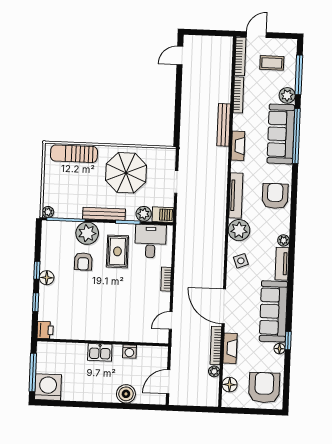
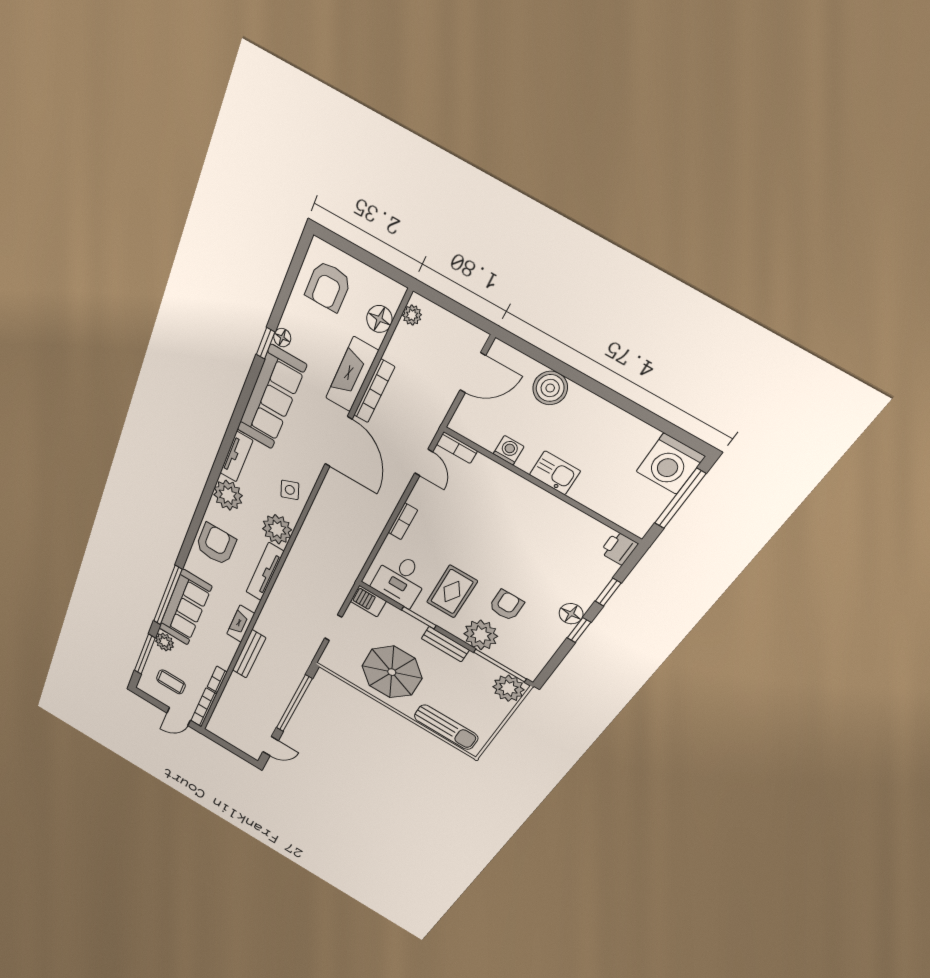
bookcase: (238, 95) -> (217, 679), width x0.64
window: (178, 105) -> (294, 704), added
armchair: (275, 196) -> (216, 544), turned 180
plant: (48, 212) -> (508, 688), width x1.87, depth x1.87
bench: (104, 214) -> (445, 644), width x0.73
plant: (144, 214) -> (393, 616), removed
plant: (283, 240) -> (228, 495), width x1.88, depth x1.88
door: (171, 321) -> (424, 462), hinge flipped
bookcase: (157, 338) -> (457, 448), added
fireplace: (230, 348) -> (352, 374), width x1.37, depth x1.32
plant: (214, 371) -> (412, 315), moved
armchair: (264, 388) -> (328, 286), width x0.73, depth x0.73

